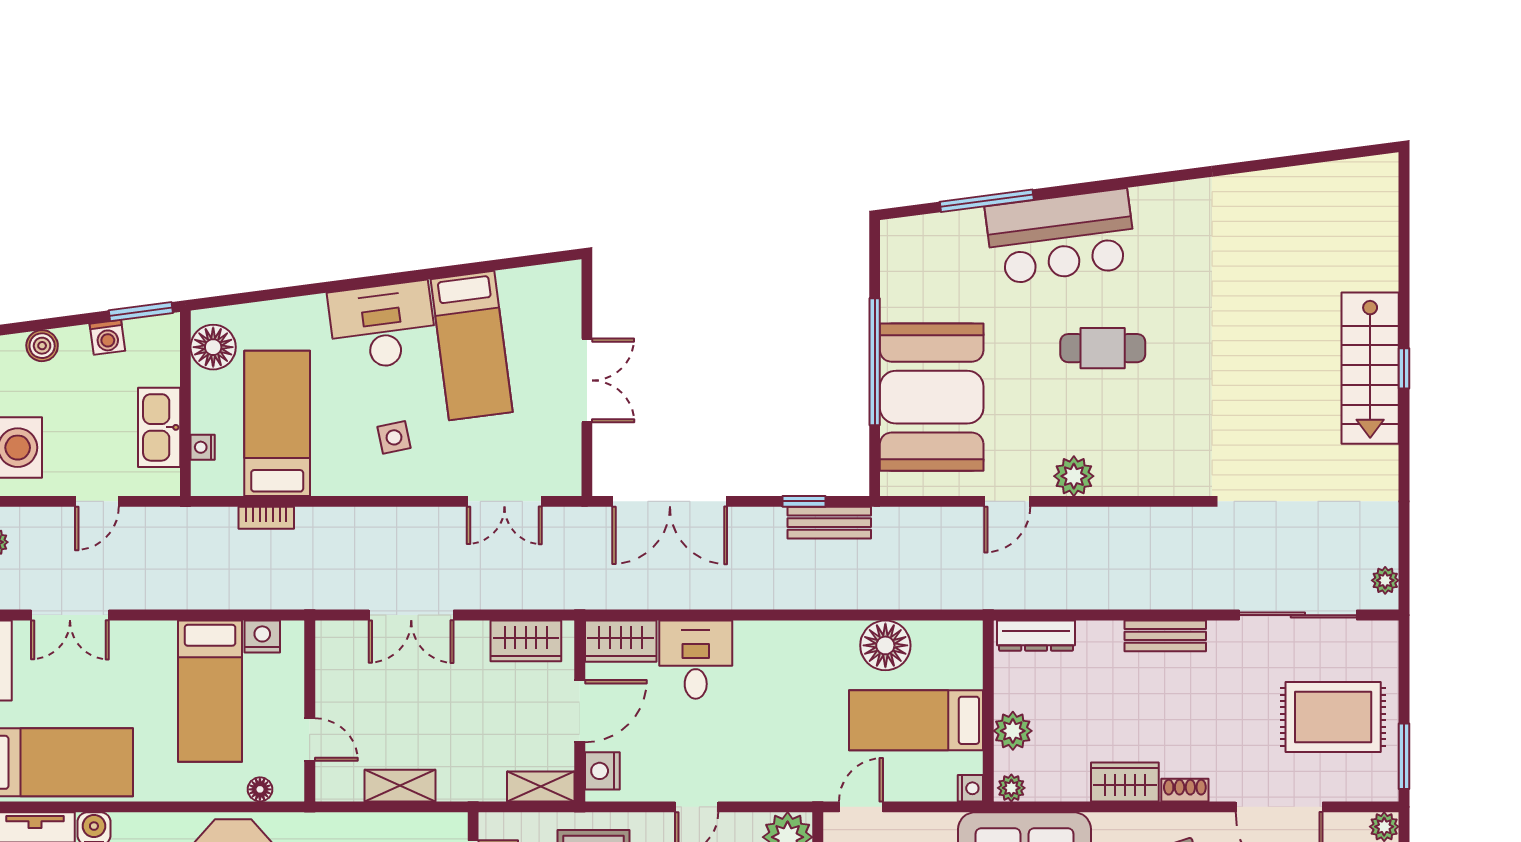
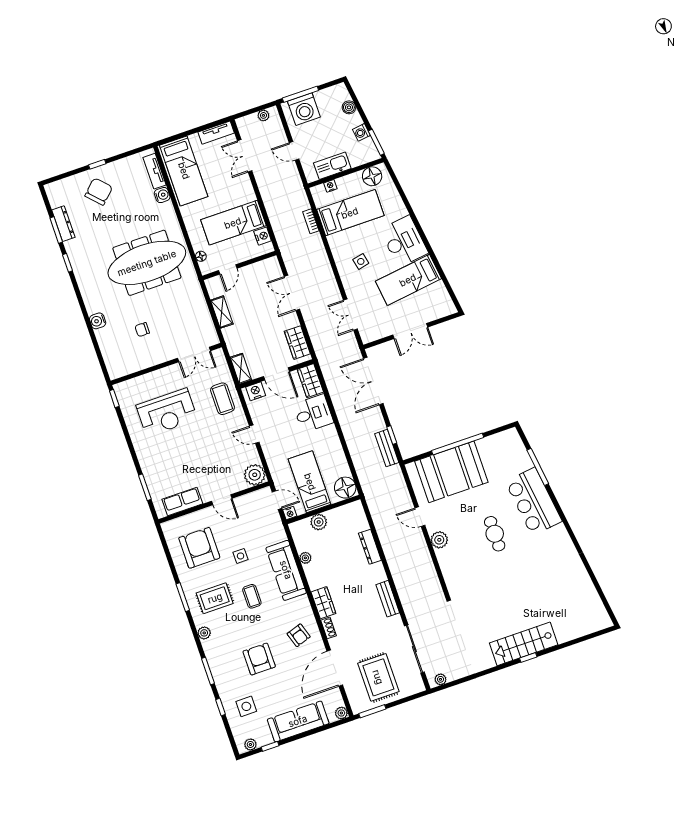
wall: (988, 711) -> (323, 509), moved
bed: (916, 720) -> (310, 482), moved
plant: (1013, 731) -> (319, 522), moved
nightstand: (970, 788) -> (290, 513), moved

